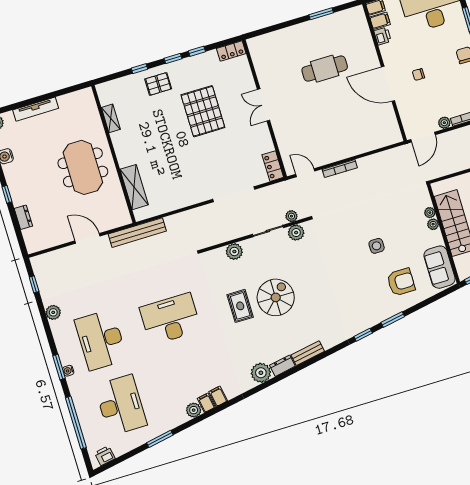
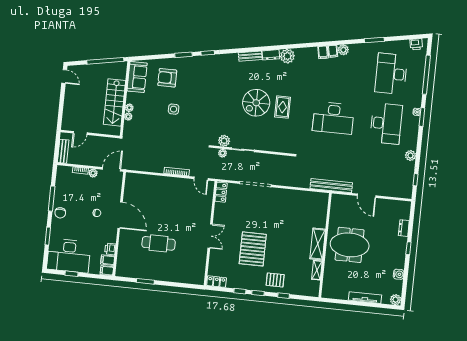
meeting table: (83, 167) -> (350, 245), turned 90
shelving: (134, 187) -> (318, 244), moved
plant: (234, 252) -> (271, 145), removed

